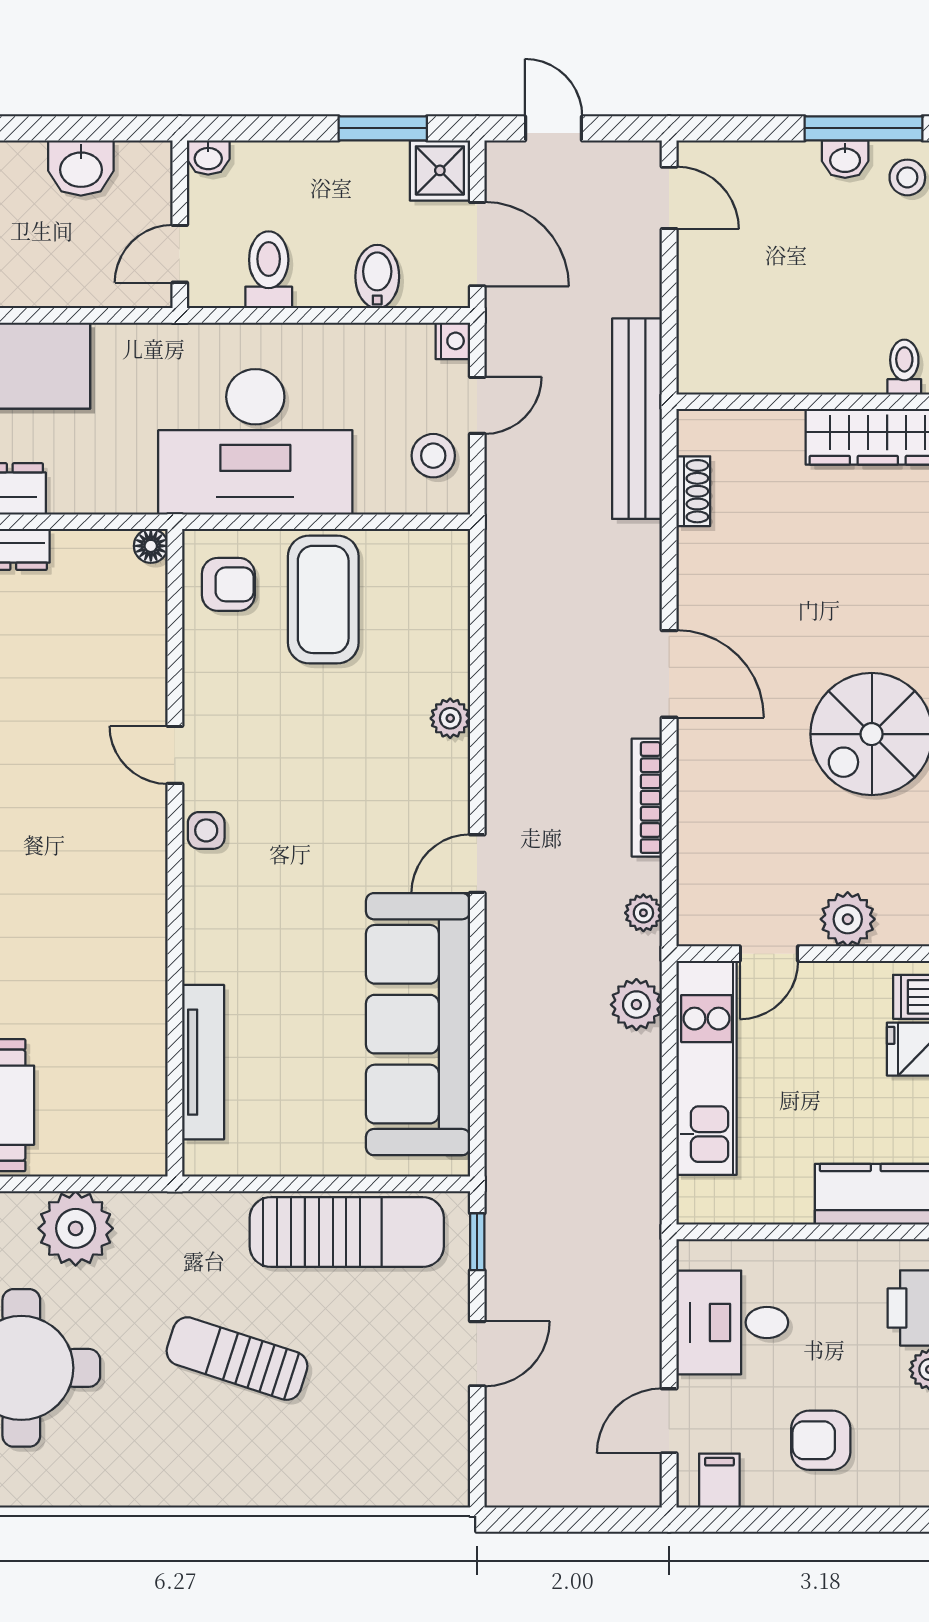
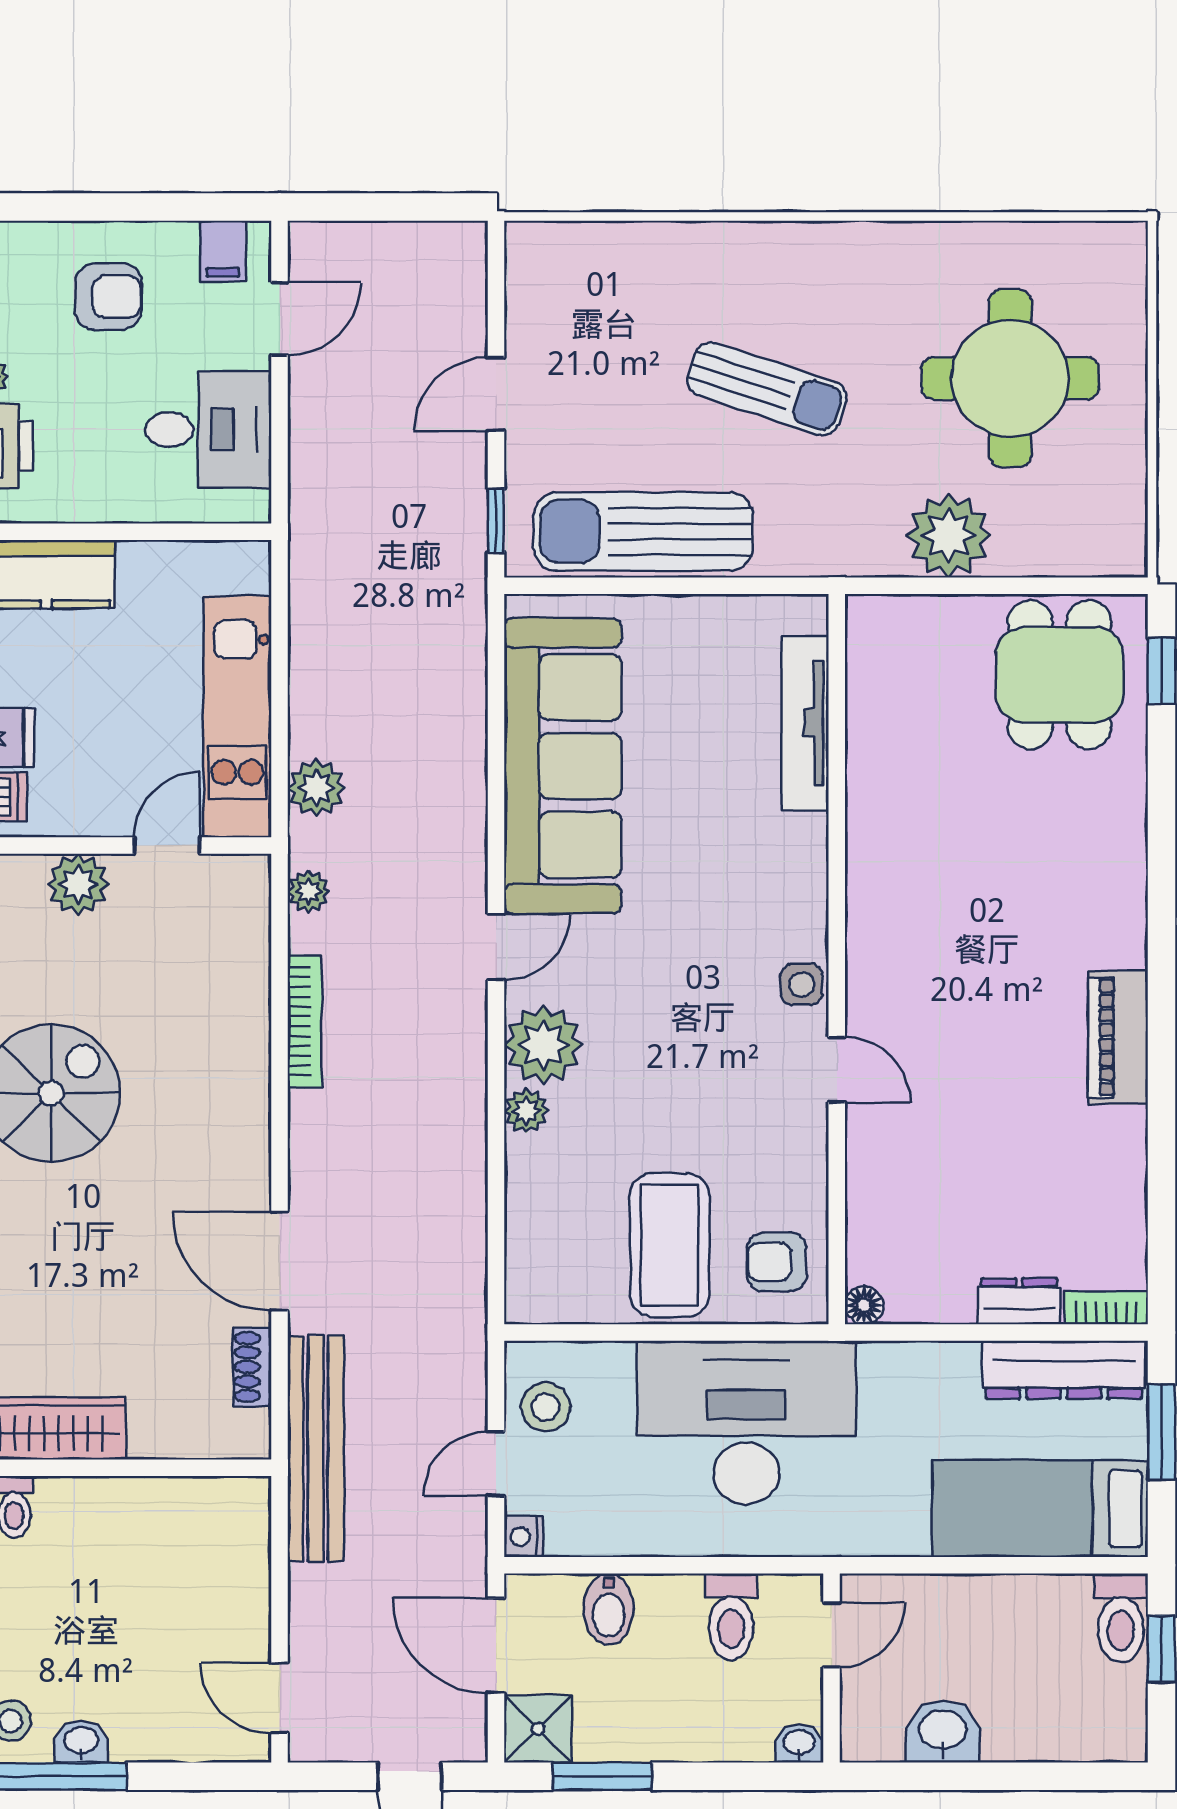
door: (669, 674) -> (279, 1261), moved
plant: (435, 777) -> (543, 1045), added

